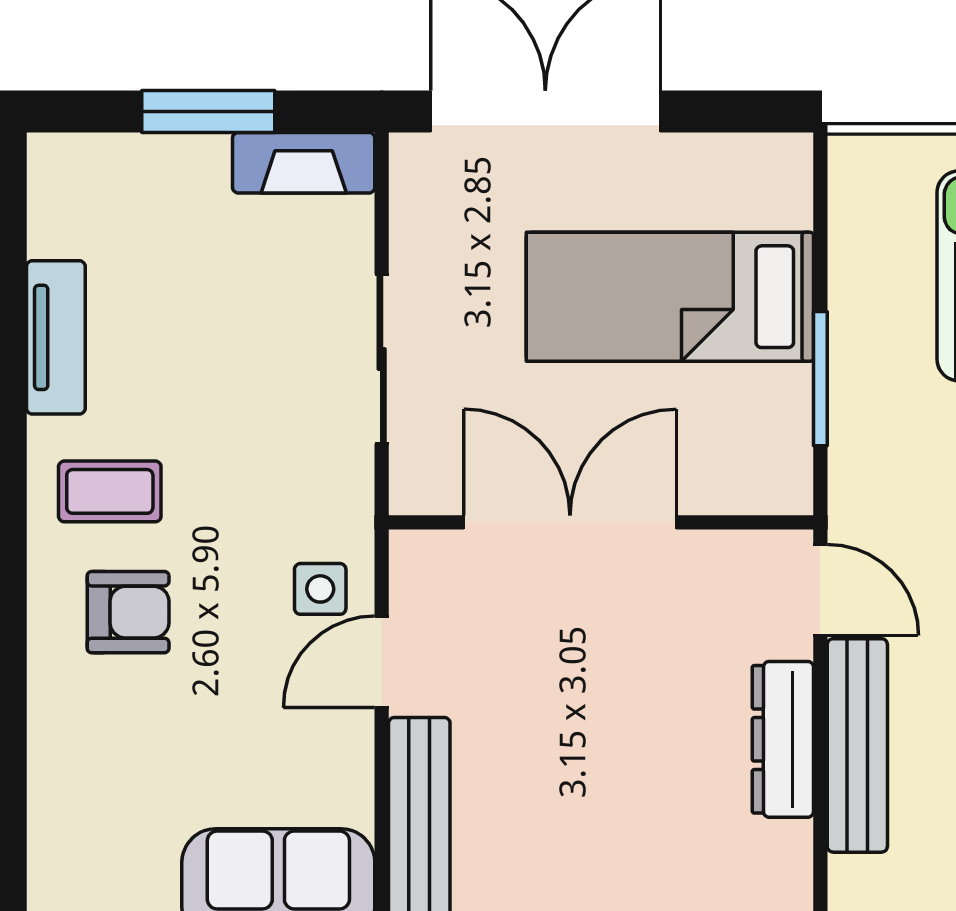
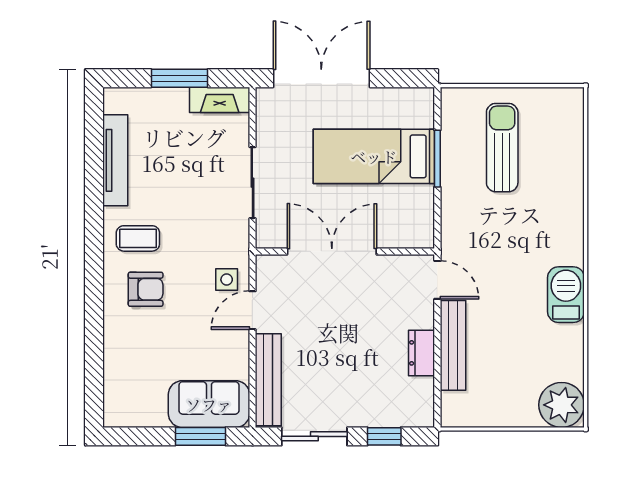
tv unit: (56, 337) -> (115, 160), width x1.41
window: (820, 379) -> (437, 159), moved
dresser: (783, 739) -> (422, 353), width x0.70

